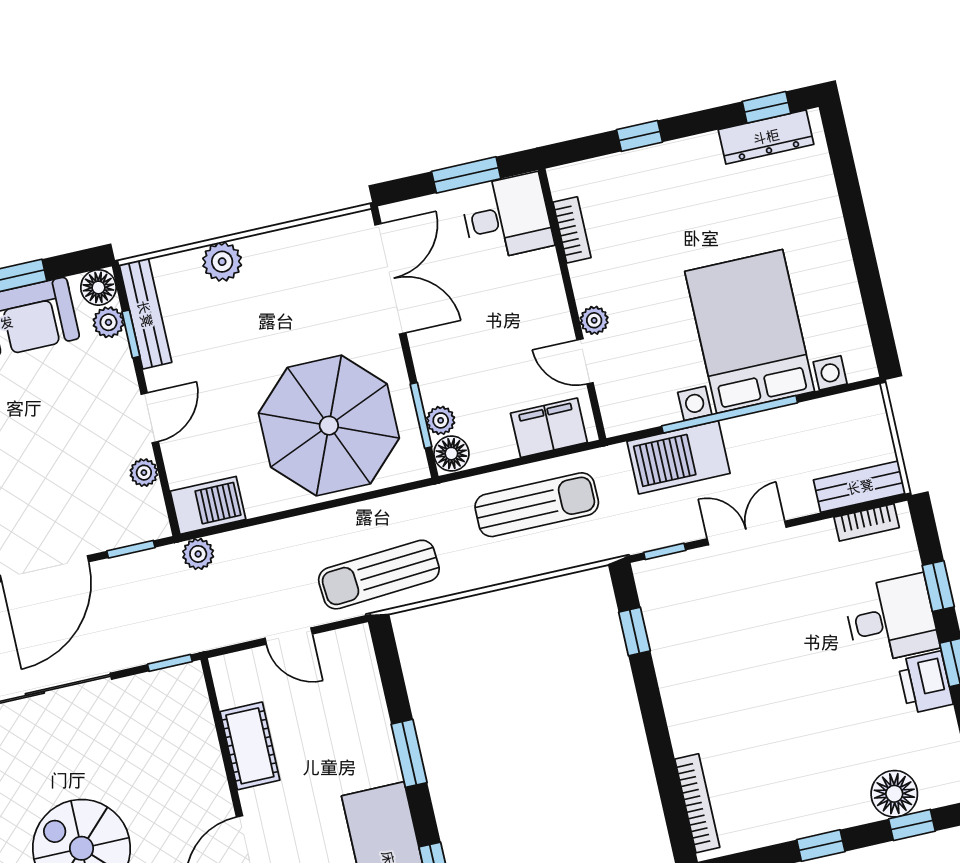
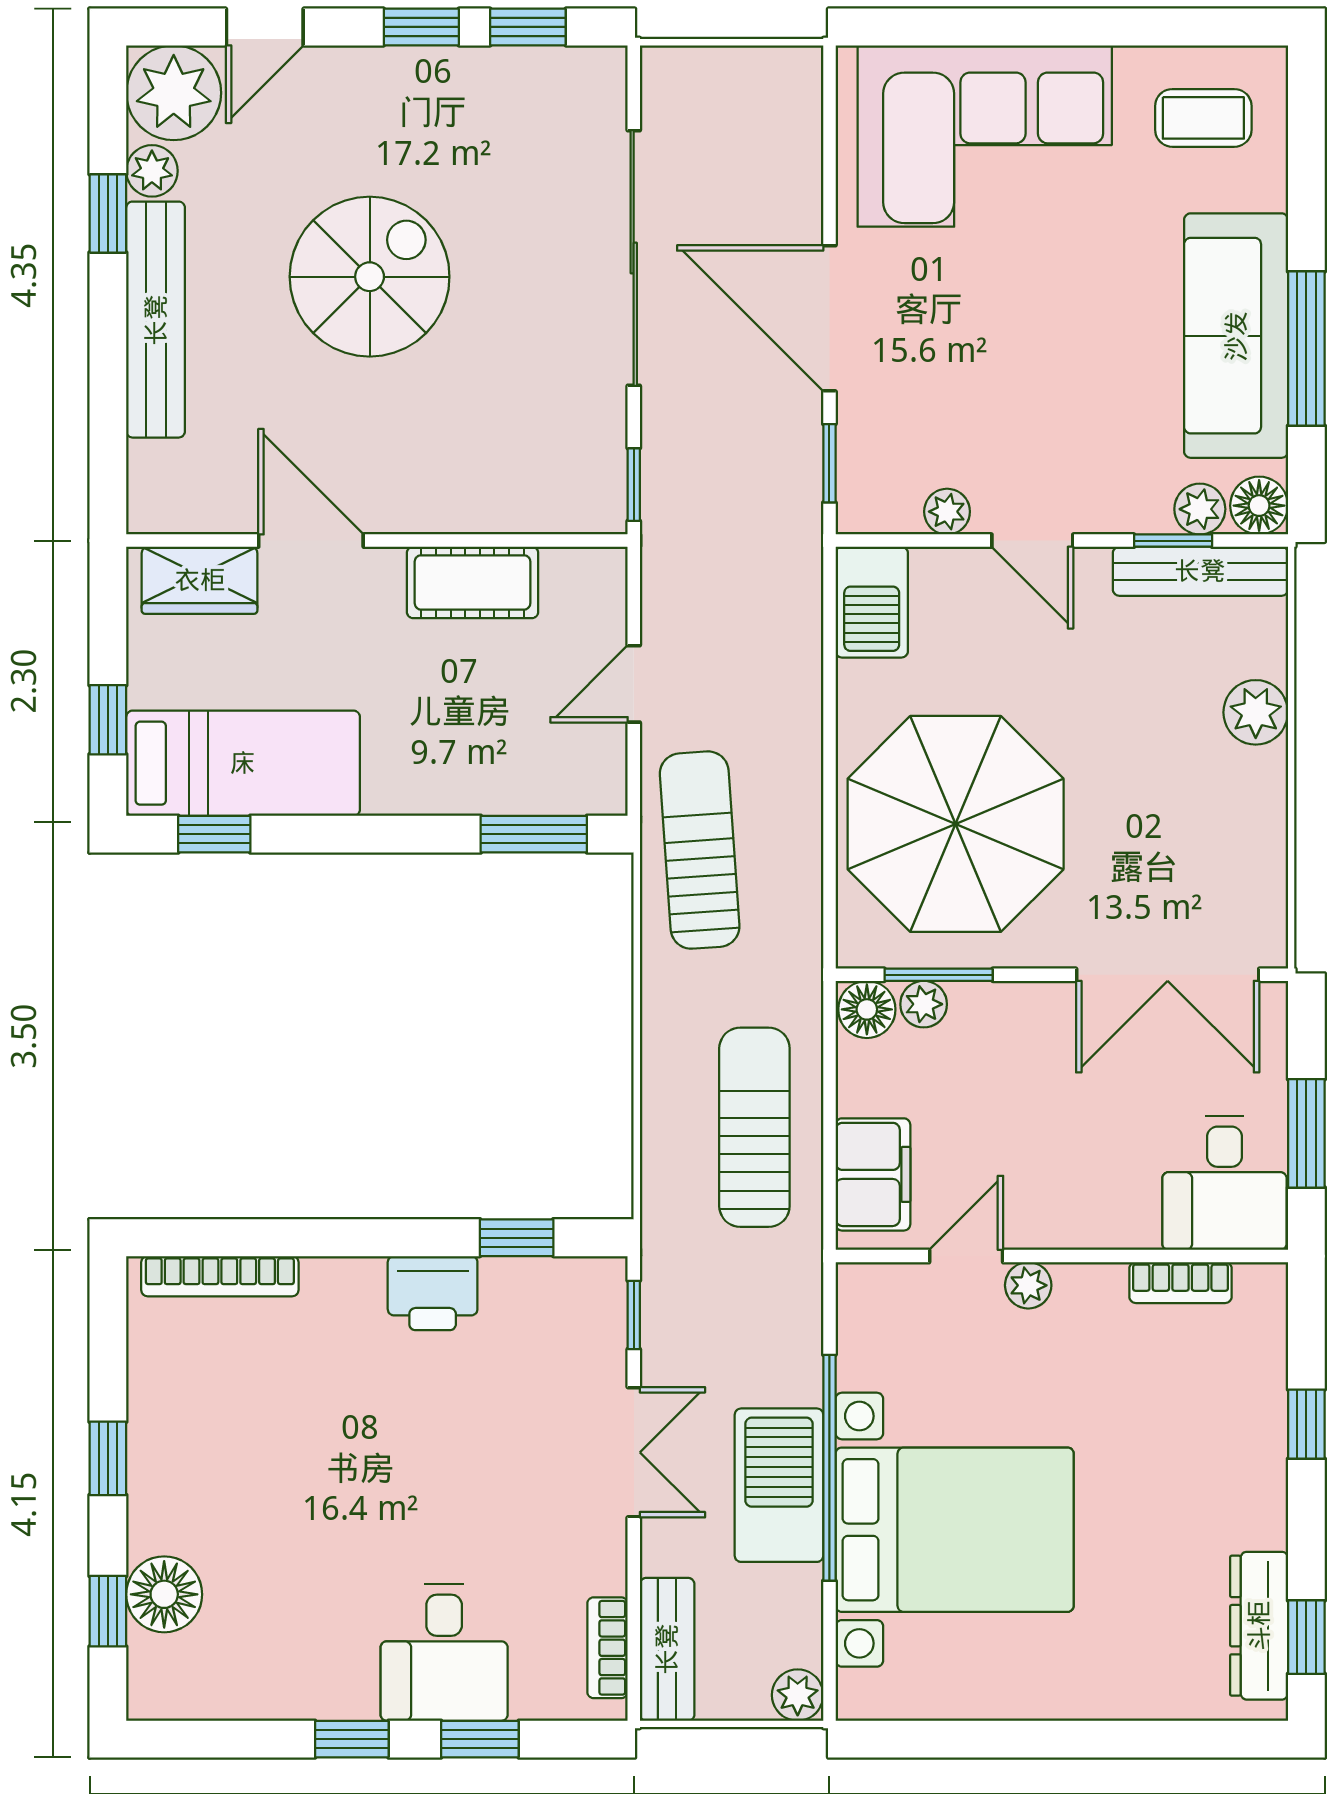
barbecue: (678, 457) -> (779, 1485), moved
sun lounger: (537, 505) -> (754, 1127), turned 180
plant: (198, 554) -> (798, 1695), moved
printer: (925, 682) -> (433, 1293), moved, turned 180
window: (409, 753) -> (534, 834), moved

